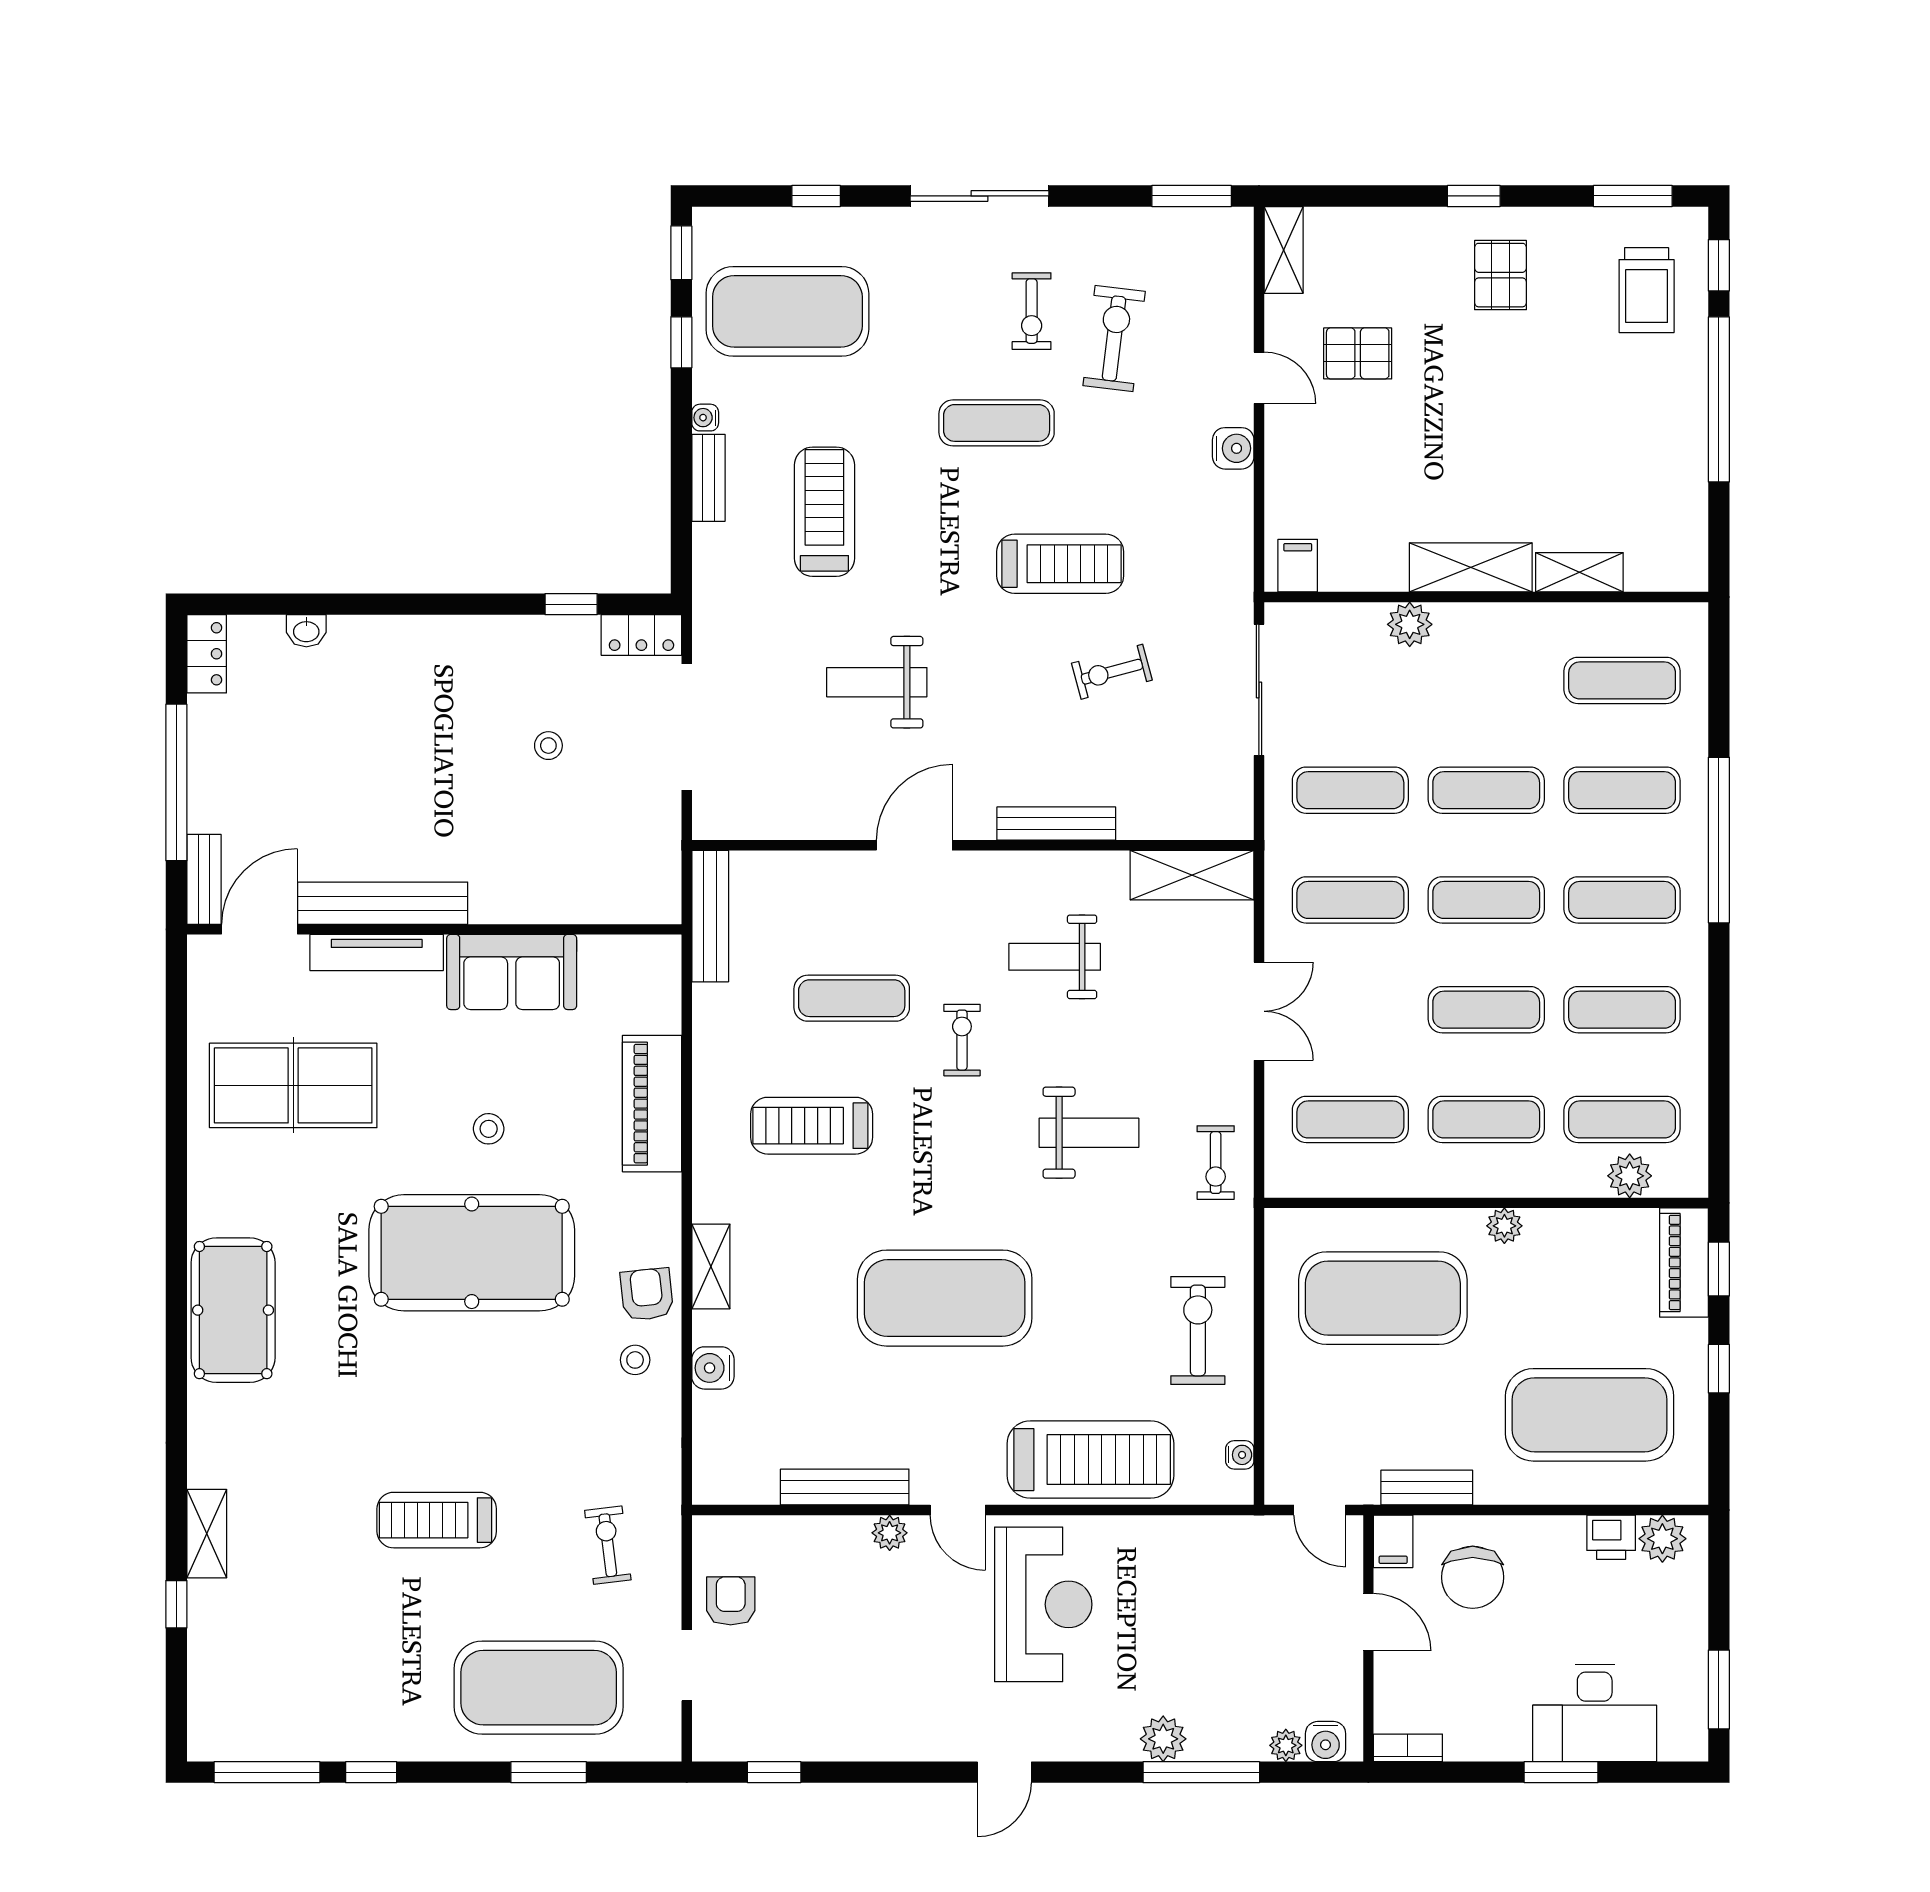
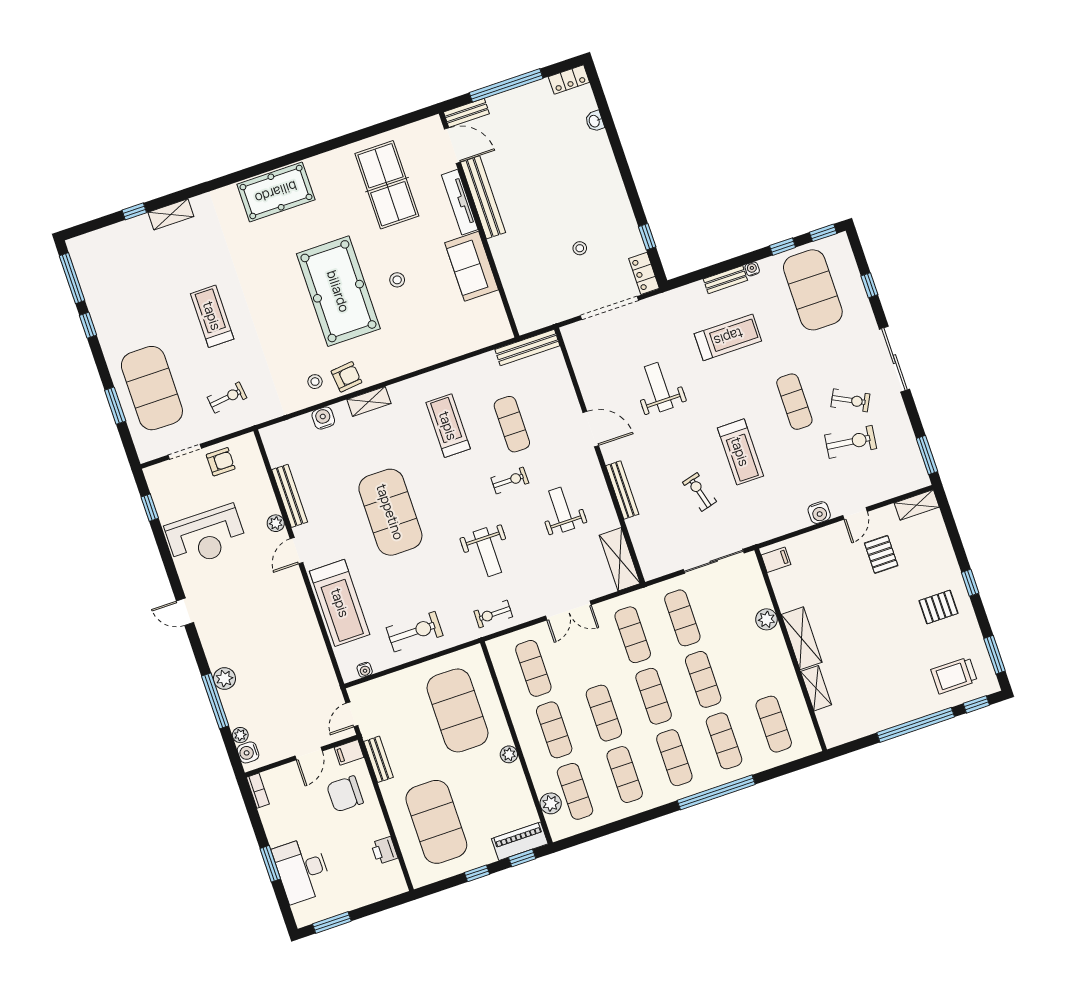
exercise bike: (1032, 311) -> (850, 400), turned -153
piano: (652, 1104) -> (434, 350), removed
plant: (1662, 1539) -> (391, 874), removed
reception desk: (1043, 1604) -> (206, 536), moved

